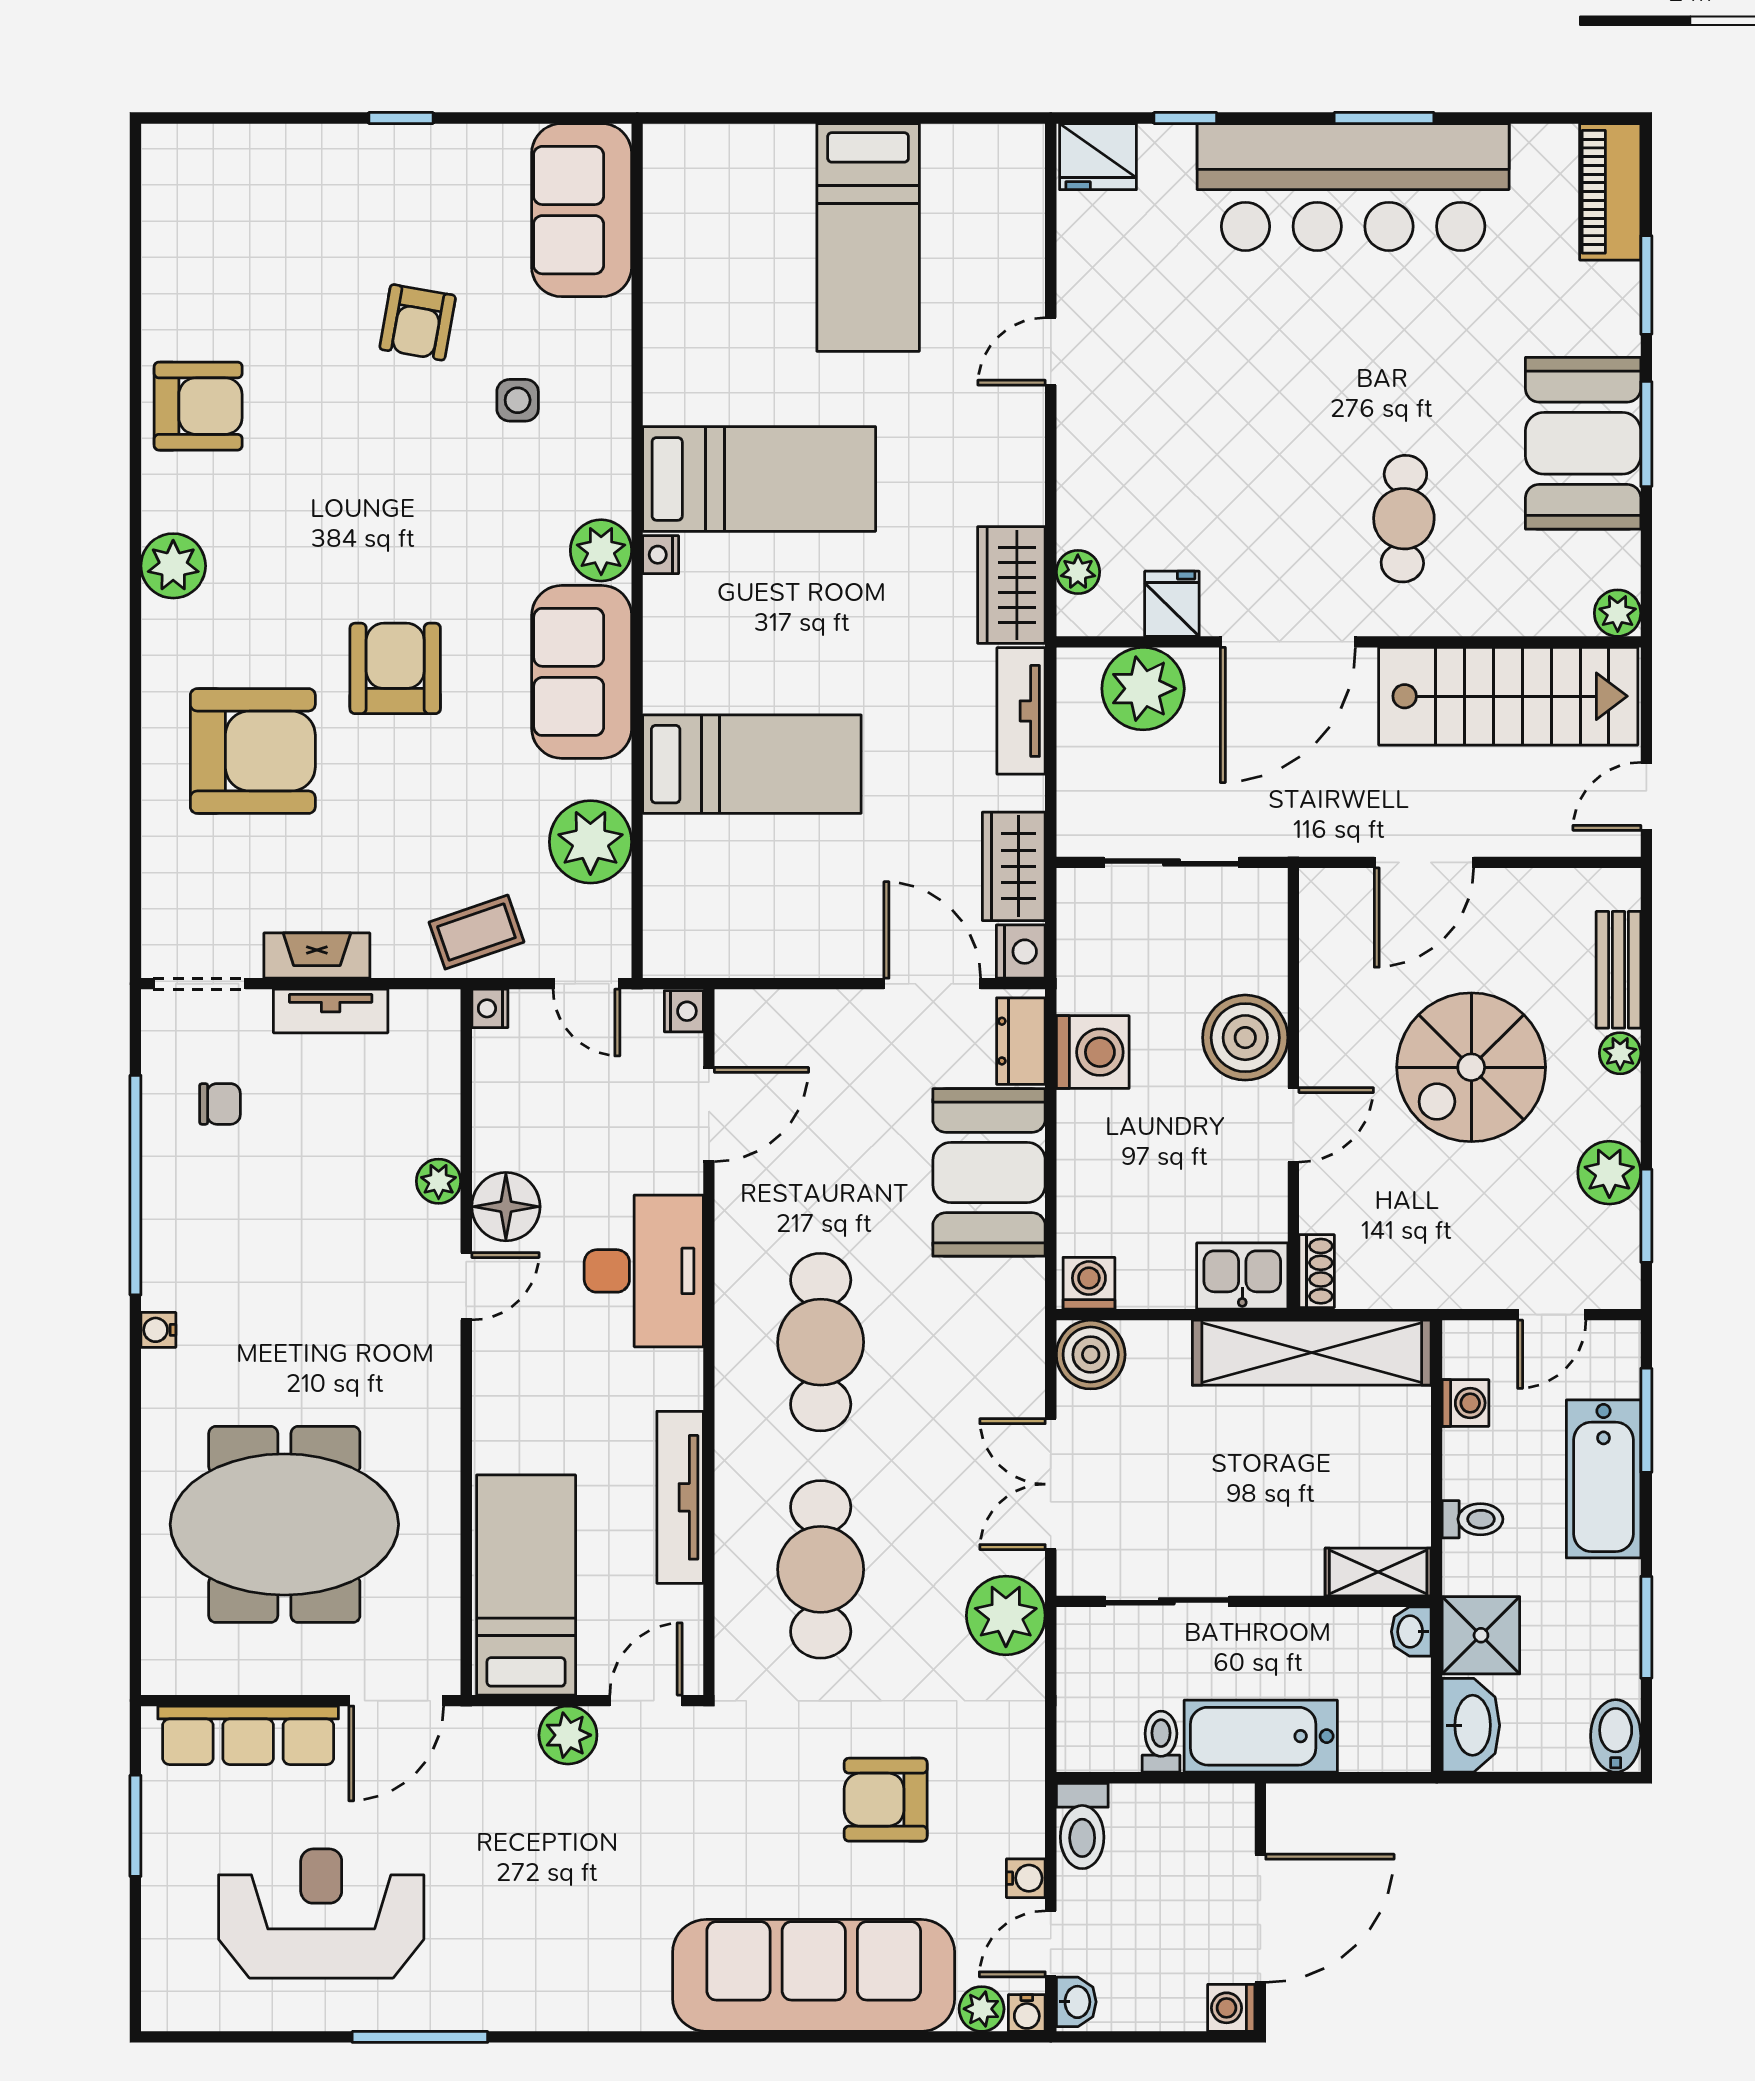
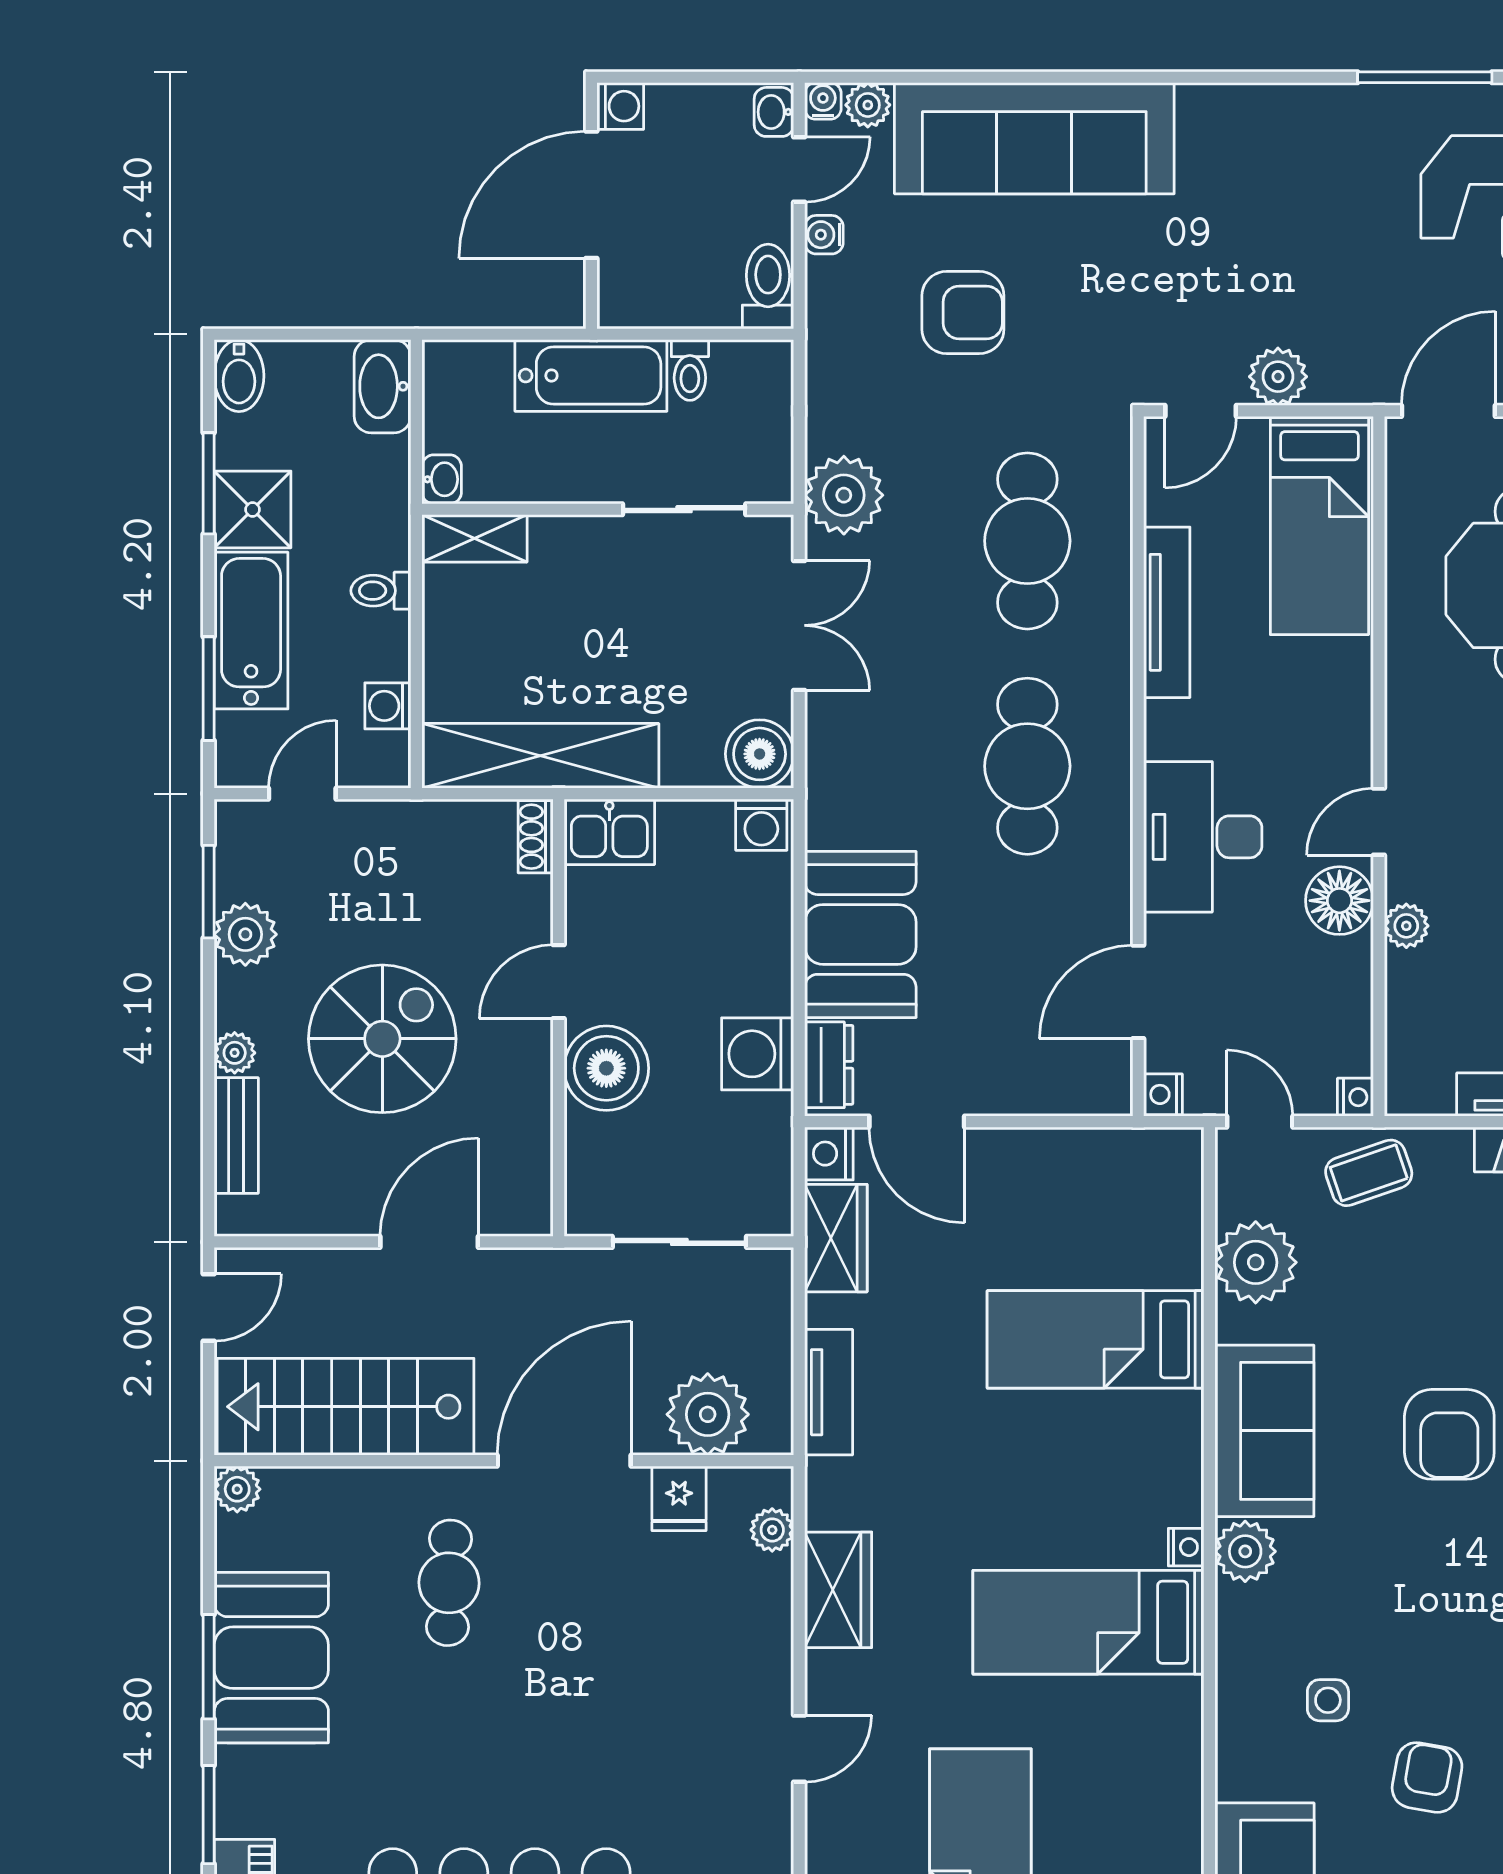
wardrobe: (1011, 585) -> (838, 1590), moved
shower: (1481, 1635) -> (253, 509), moved

